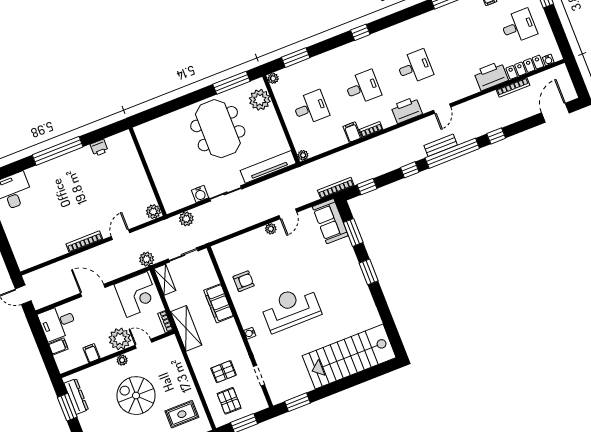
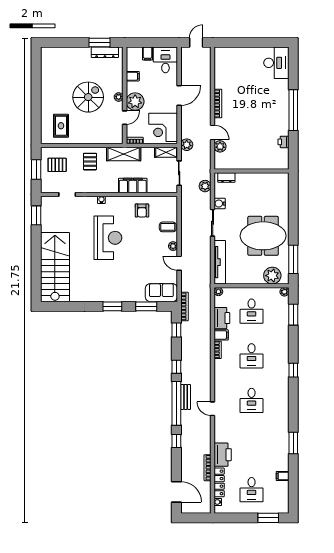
printer: (407, 110) -> (222, 318), moved
dresser: (167, 198) -> (226, 178), added
plant: (153, 212) -> (220, 146), moved
coffee table: (251, 244) -> (168, 227), added
pallet: (224, 372) -> (90, 162), moved

